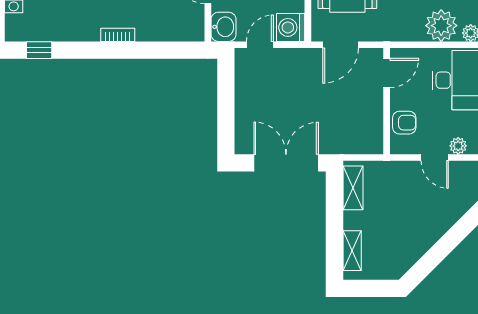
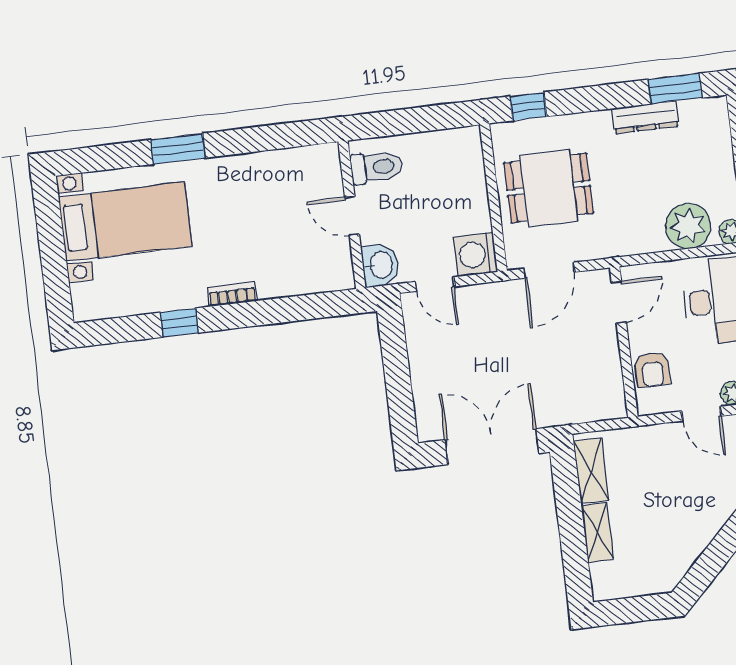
door: (260, 45) -> (435, 284), swing flipped
window: (39, 50) -> (179, 323), moved
armchair: (404, 123) -> (652, 370), turned 90
shelving: (352, 251) -> (597, 532), moved

